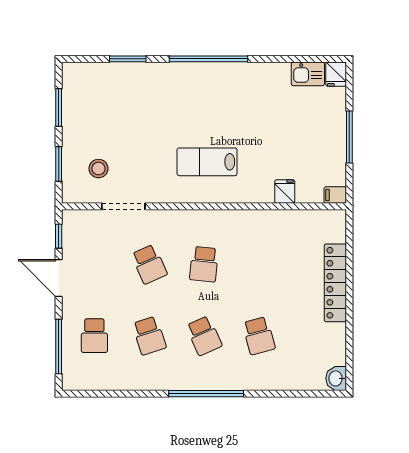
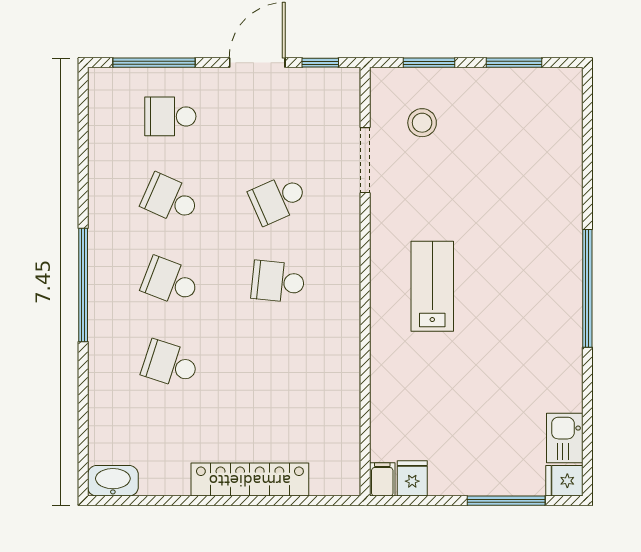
window: (128, 59) -> (587, 167), removed
window: (349, 137) -> (506, 501), moved
fridge: (285, 191) -> (412, 478), moved, turned -90
school desk: (149, 336) -> (170, 199), turned 42
school desk: (204, 336) -> (170, 282), turned 45
school desk: (259, 336) -> (170, 364), turned 33
washbasin: (336, 378) -> (113, 481), width x1.38

